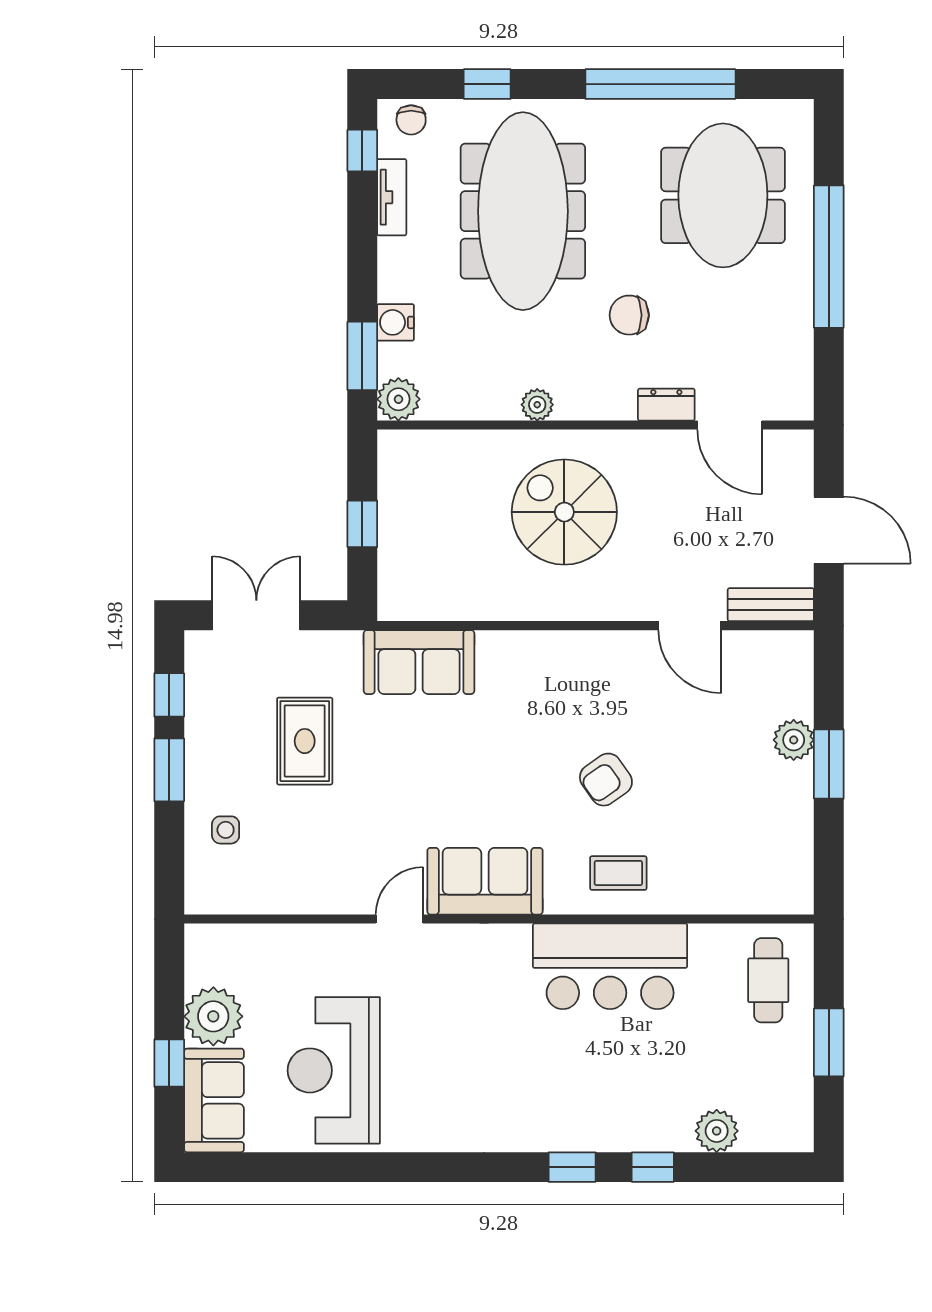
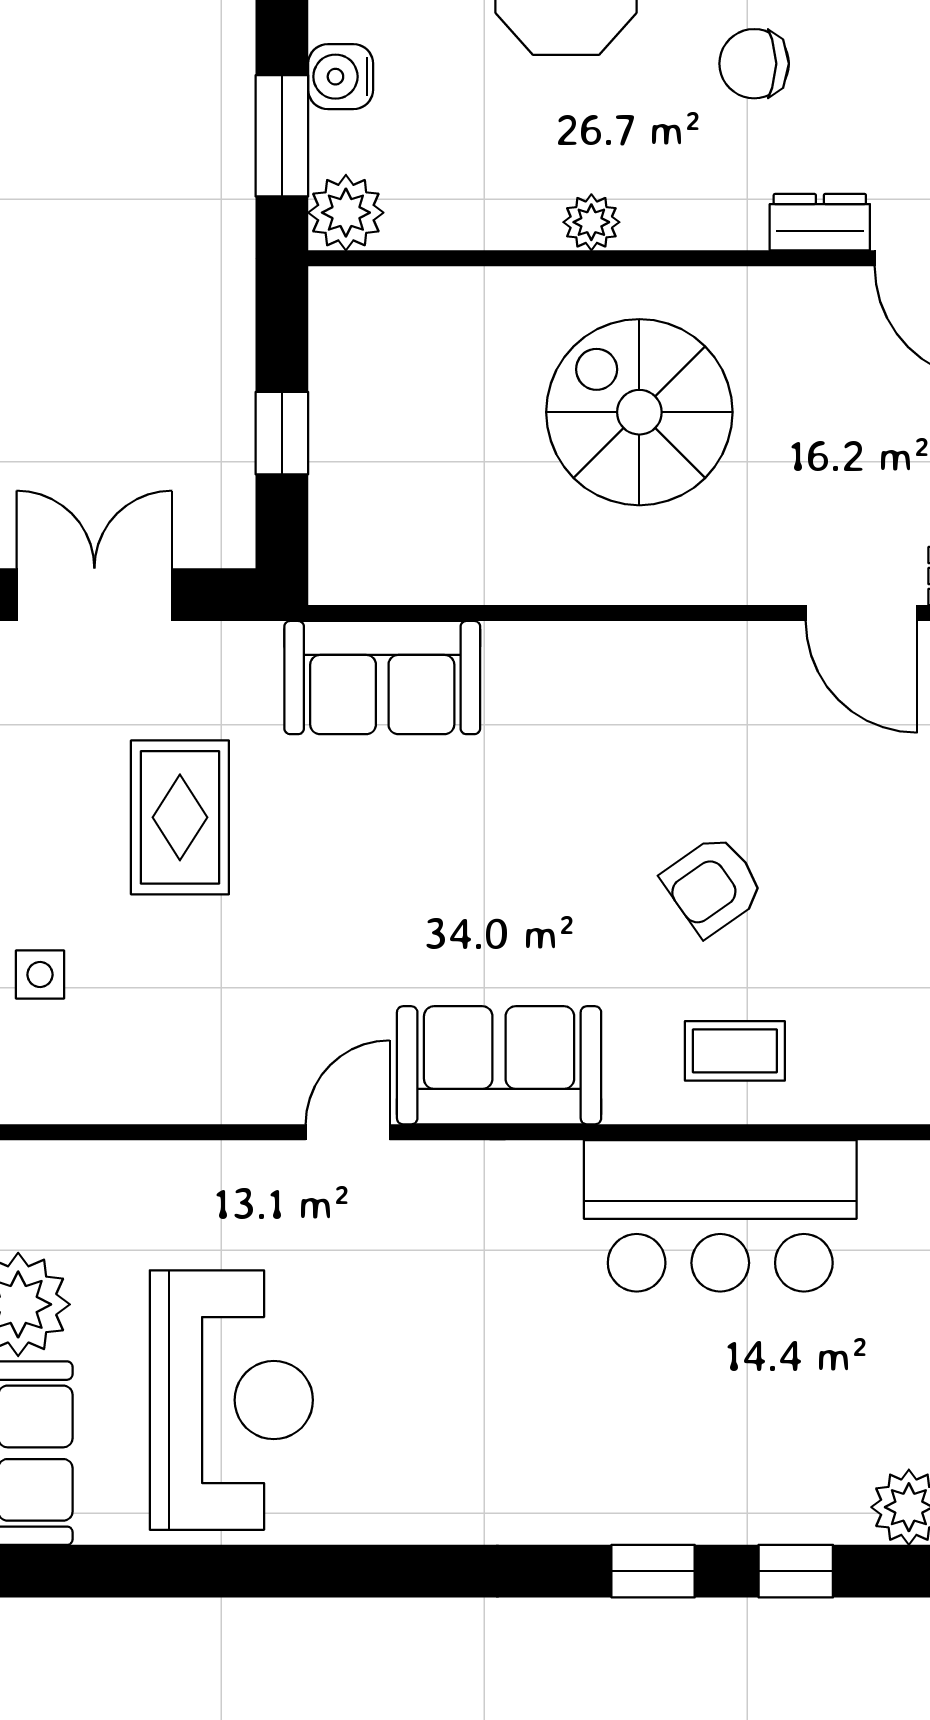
reception desk: (334, 1070) -> (231, 1400), turned 180

